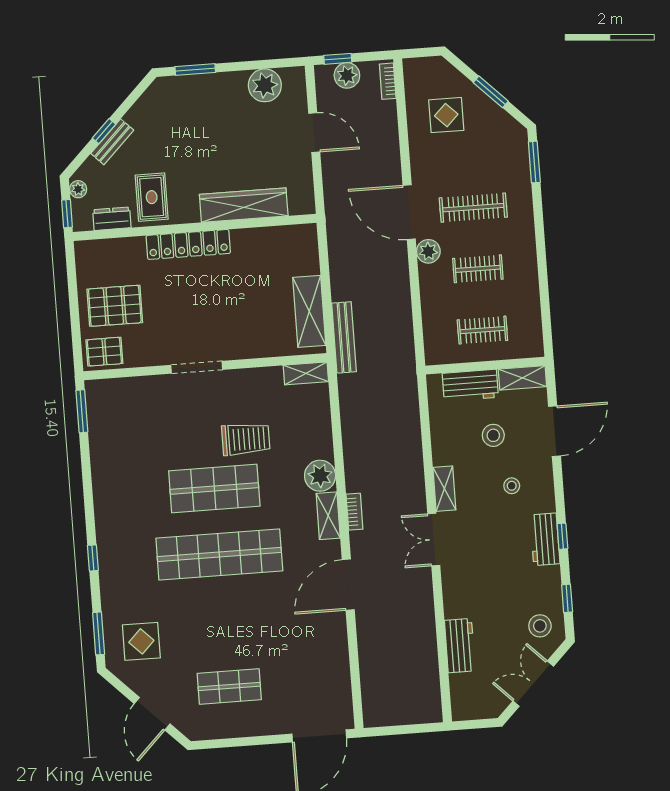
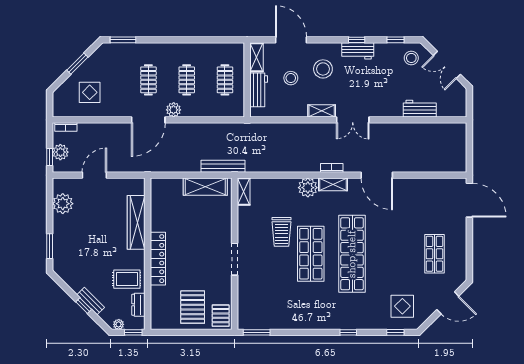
clothes rail: (473, 208) -> (148, 80), width x0.73
trolley: (246, 439) -> (282, 232), turned 180
stool: (512, 486) -> (323, 69), width x1.89, depth x1.89
window: (99, 633) -> (395, 332), width x0.67

